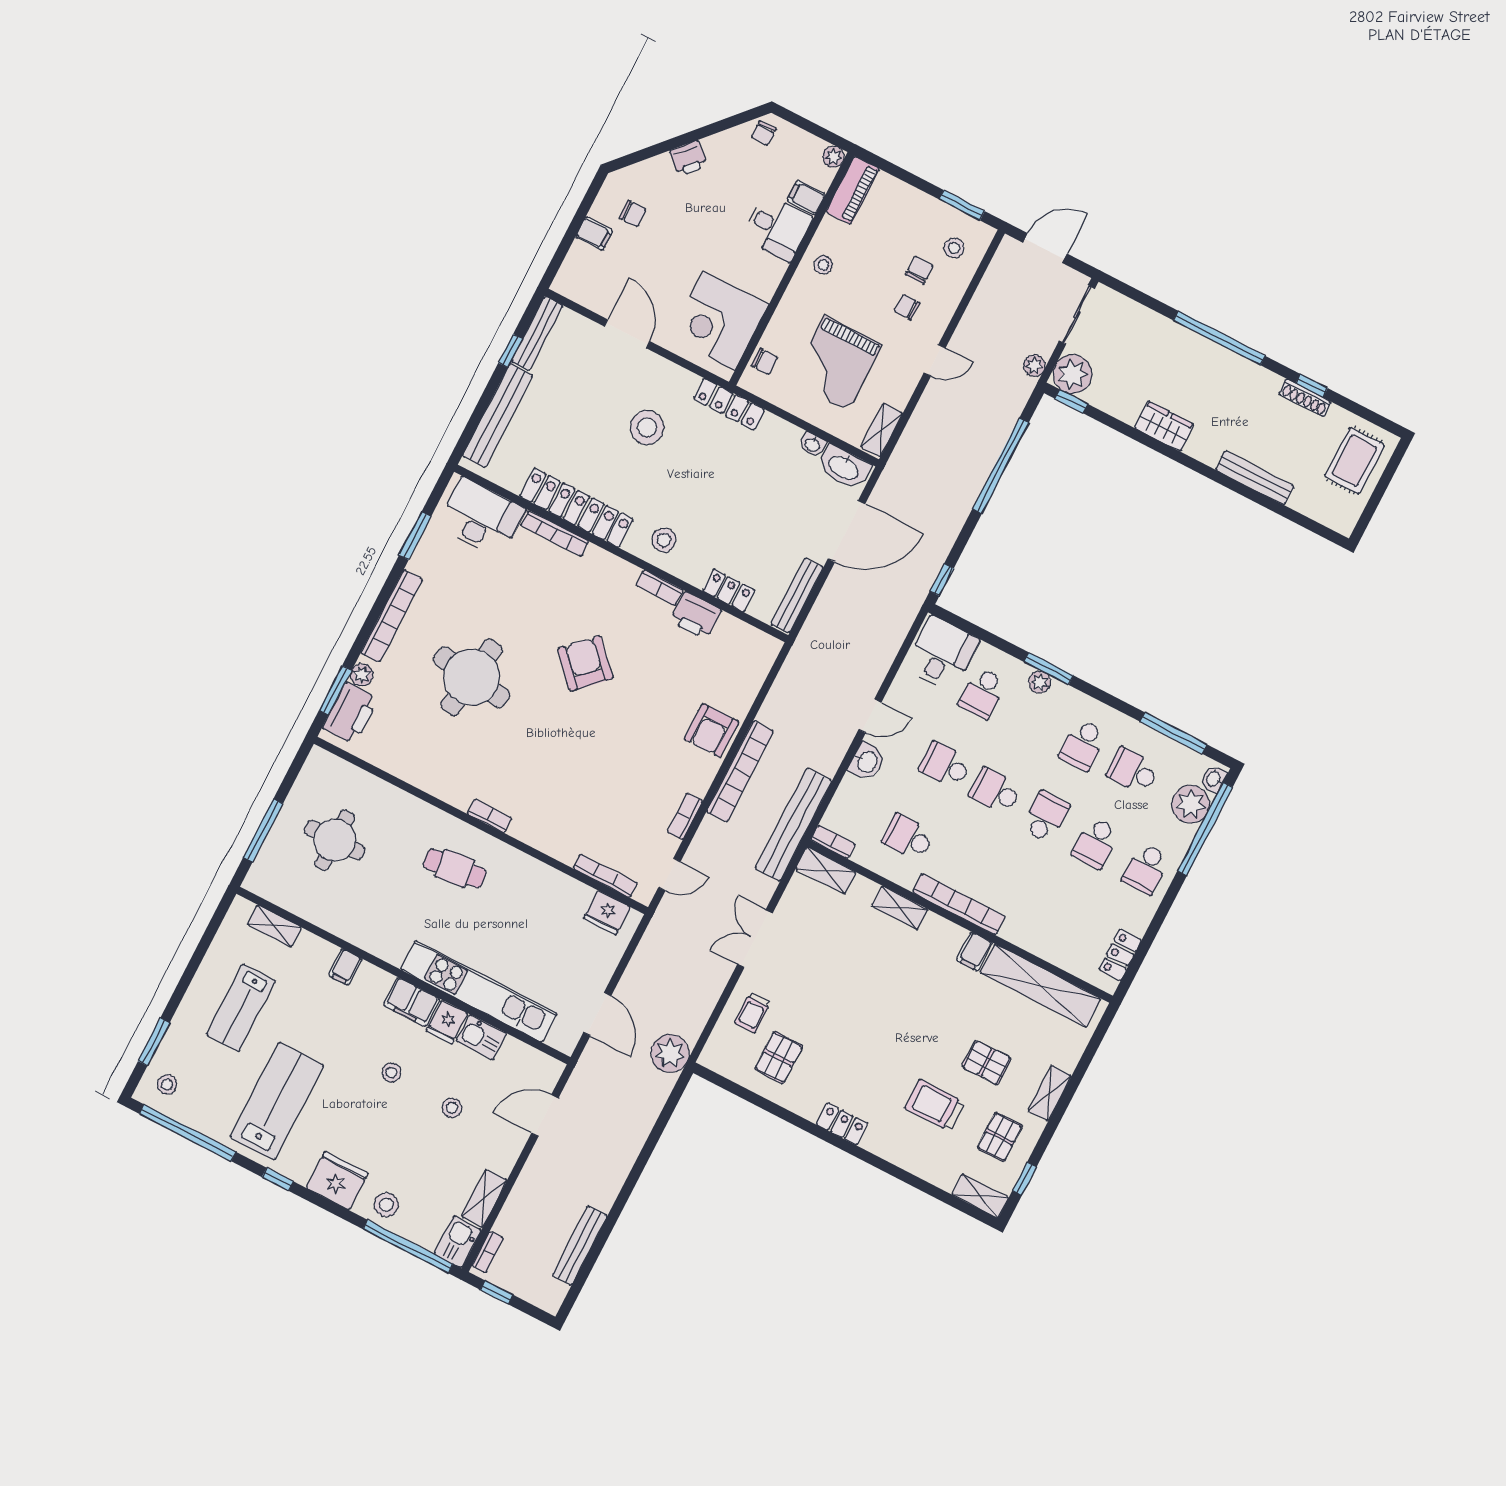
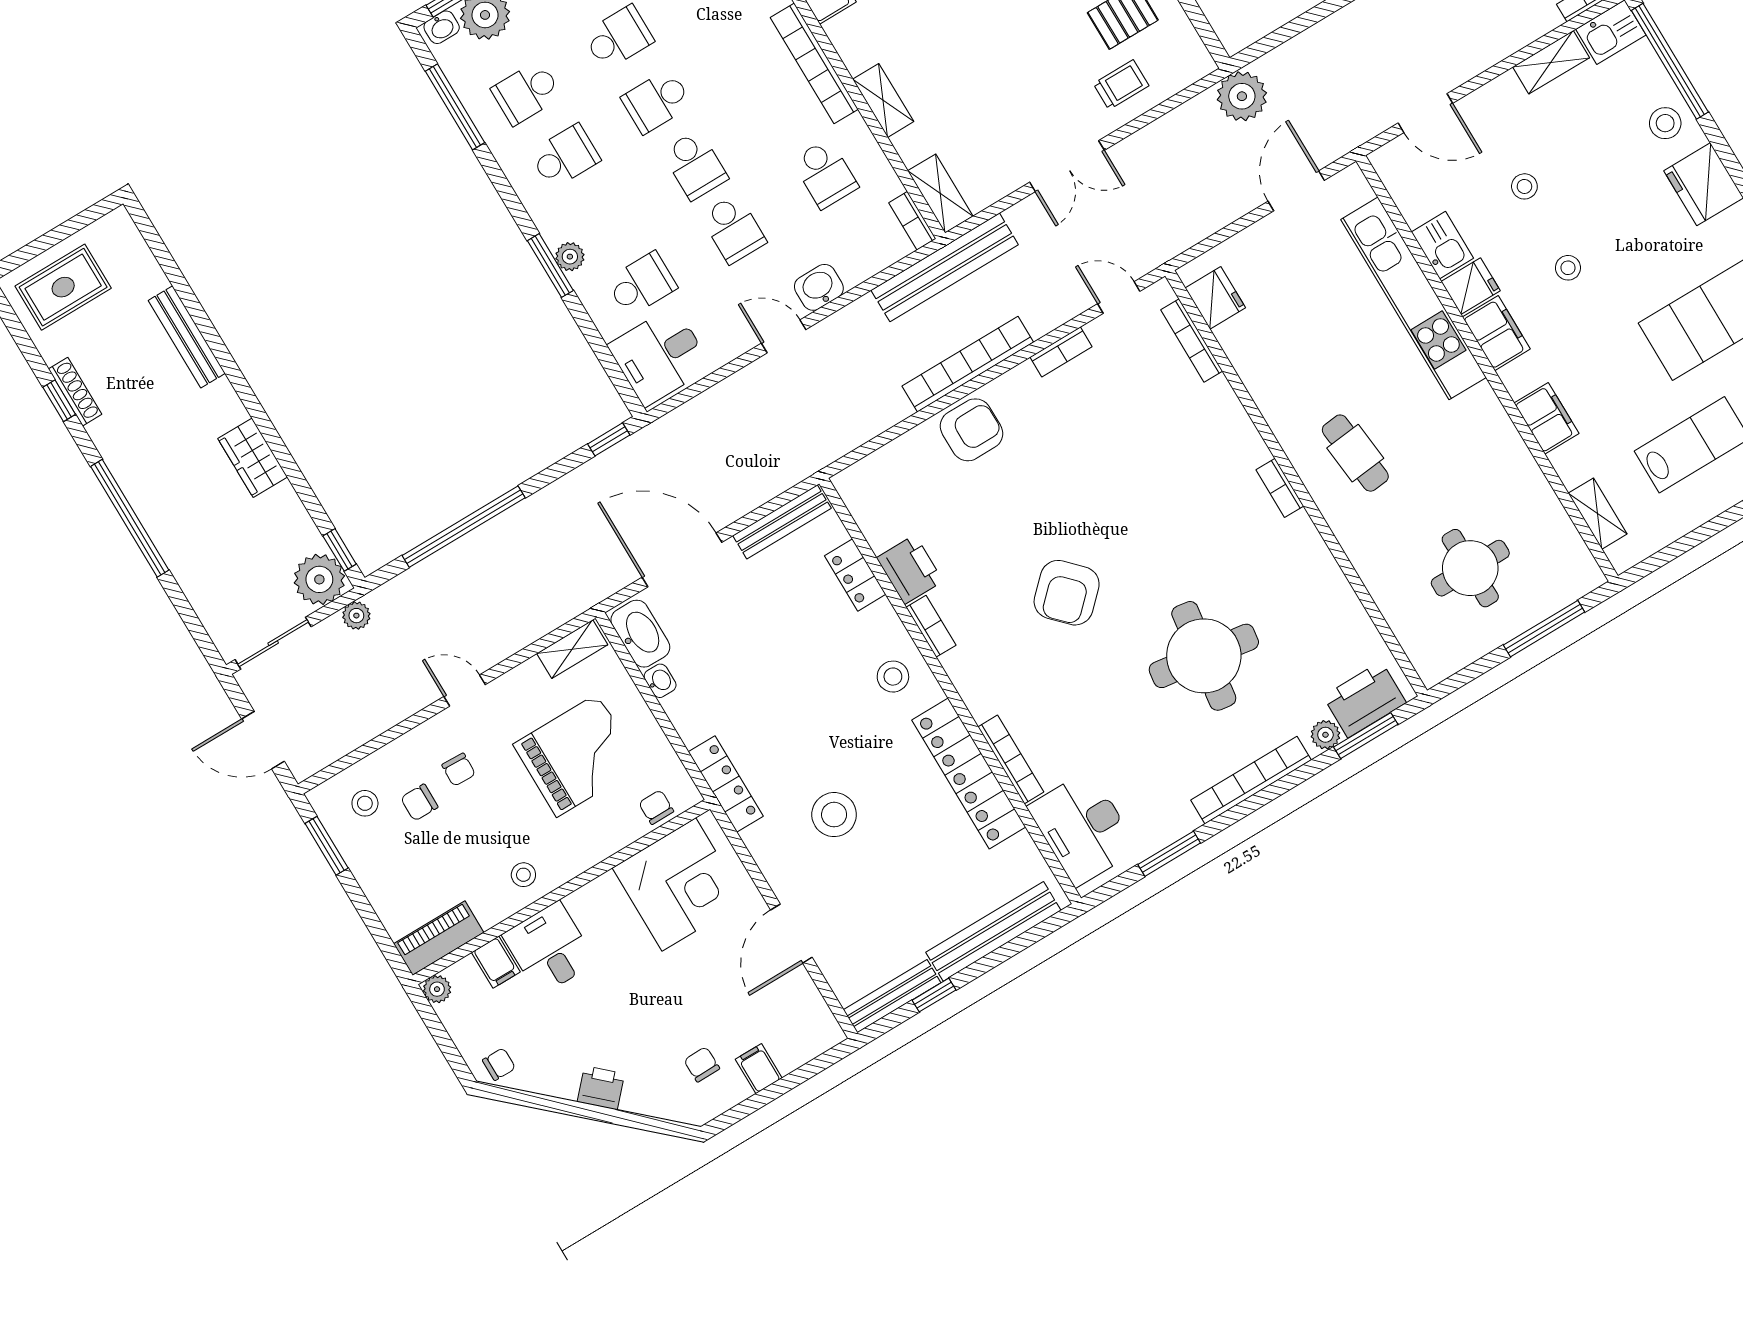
school desk: (1133, 771) -> (527, 93), turned 90
filing cabinet: (345, 967) -> (1546, 418), width x2.00

